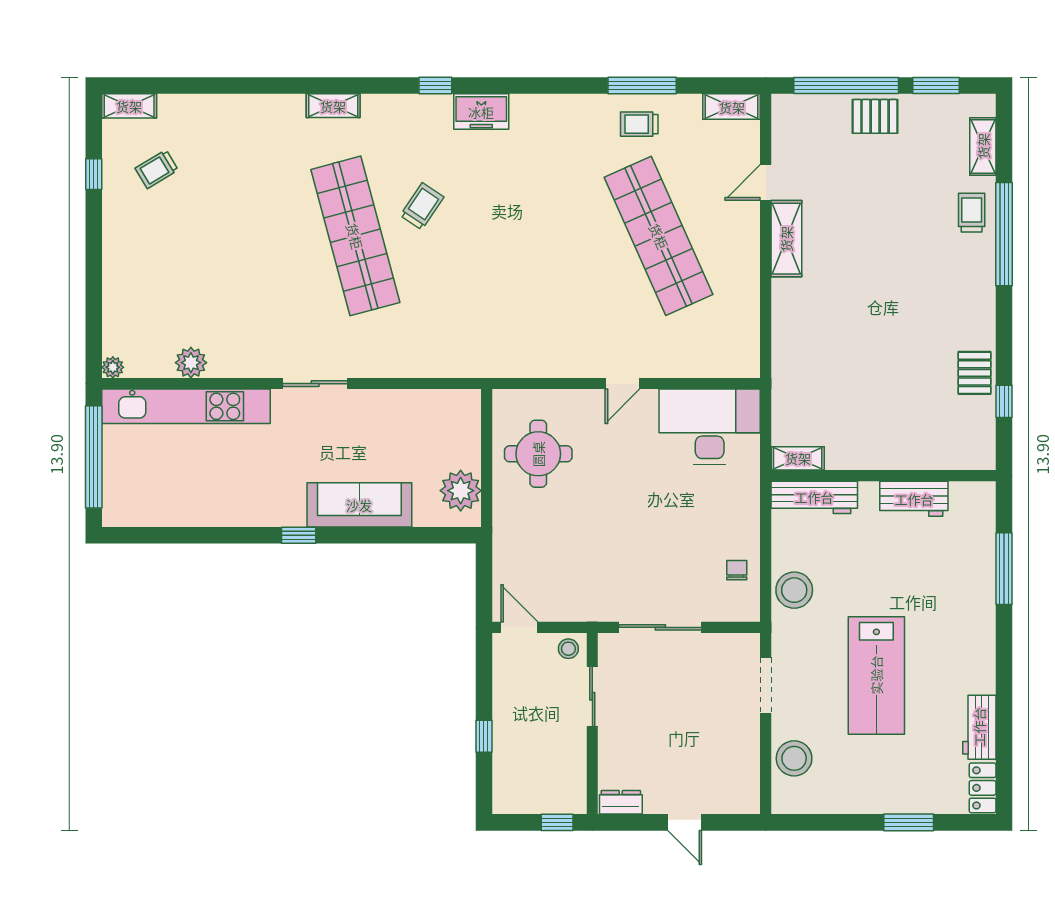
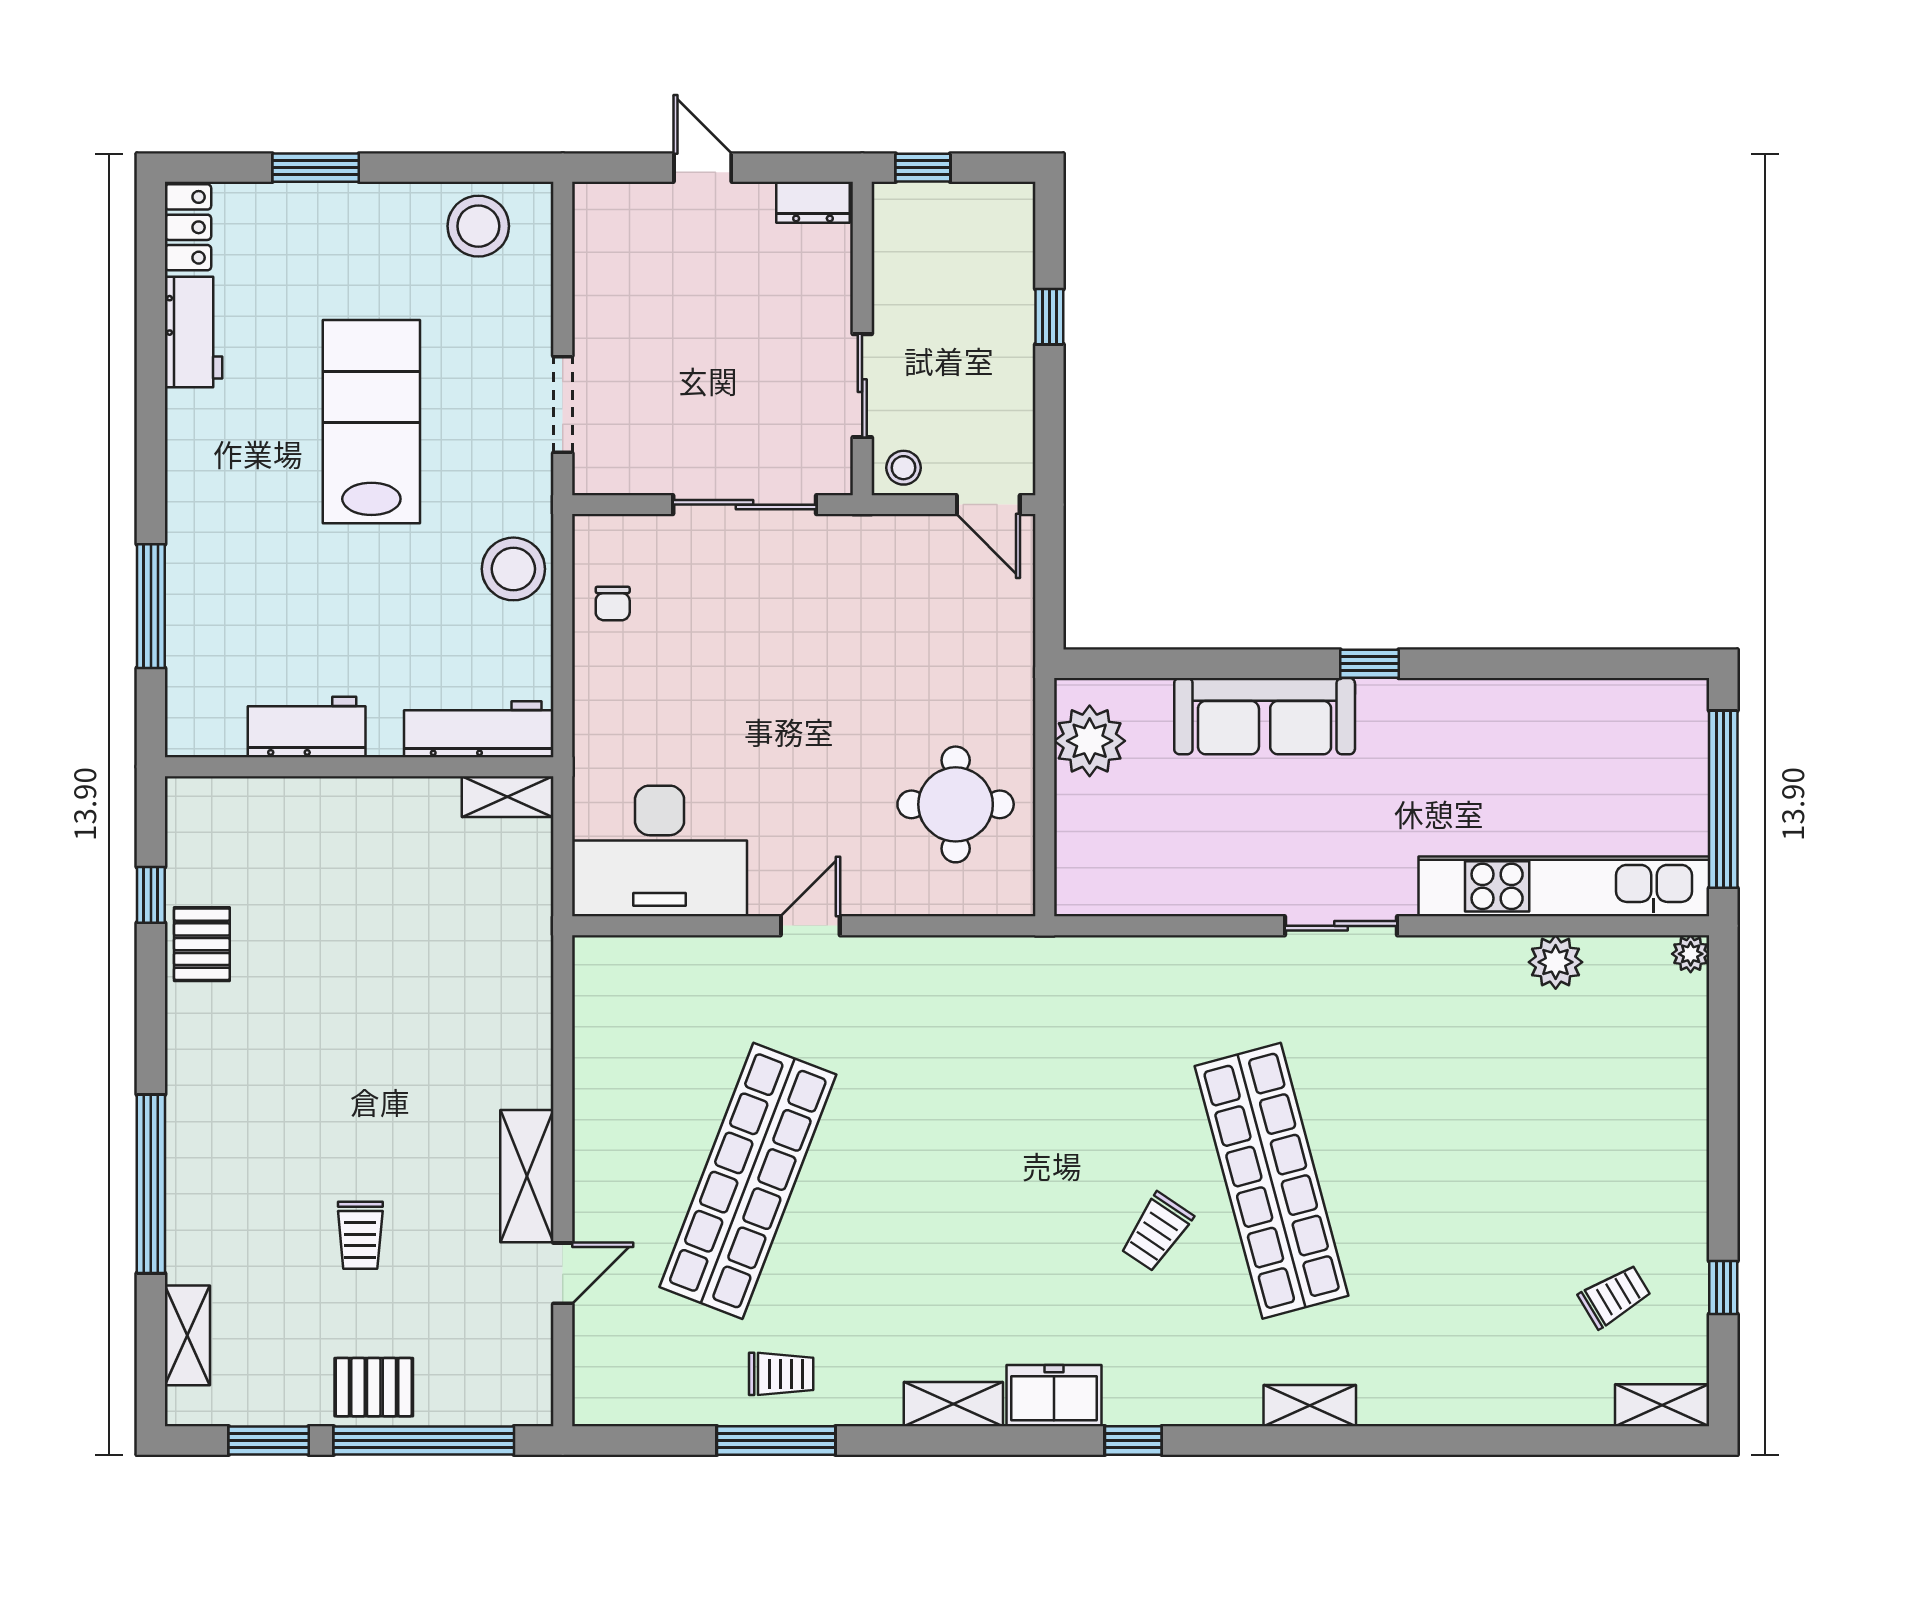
shelving: (732, 107) -> (953, 1404), moved
trolley: (972, 213) -> (360, 1235), moved
shop shelf: (659, 236) -> (748, 1181), turned 45
stool: (794, 758) -> (478, 226), moved

